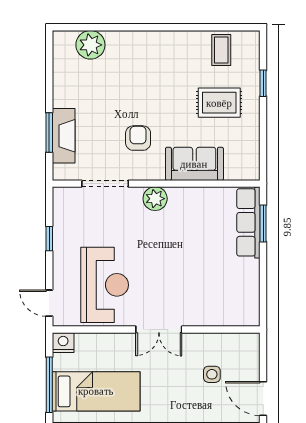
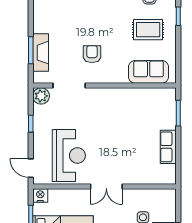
sofa: (194, 164) -> (149, 72), moved
plant: (155, 199) -> (41, 96), moved
row of seats: (248, 222) -> (168, 147), moved, width x0.68

